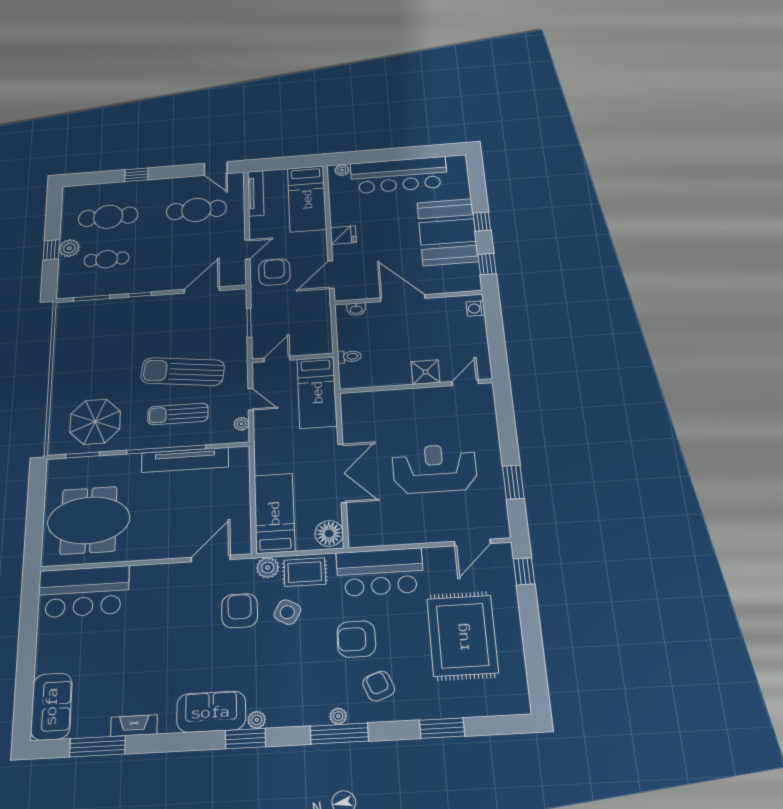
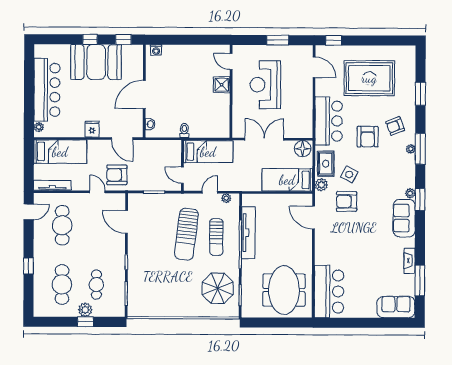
shower: (425, 372) -> (222, 85), moved
door: (465, 383) -> (231, 61), moved
wall: (416, 386) -> (231, 91), moved

